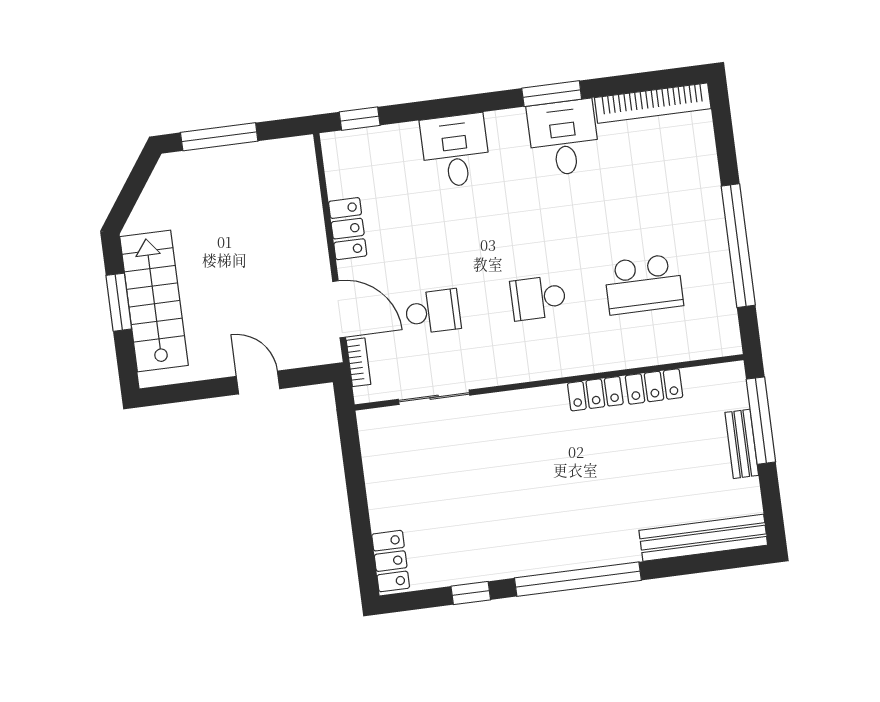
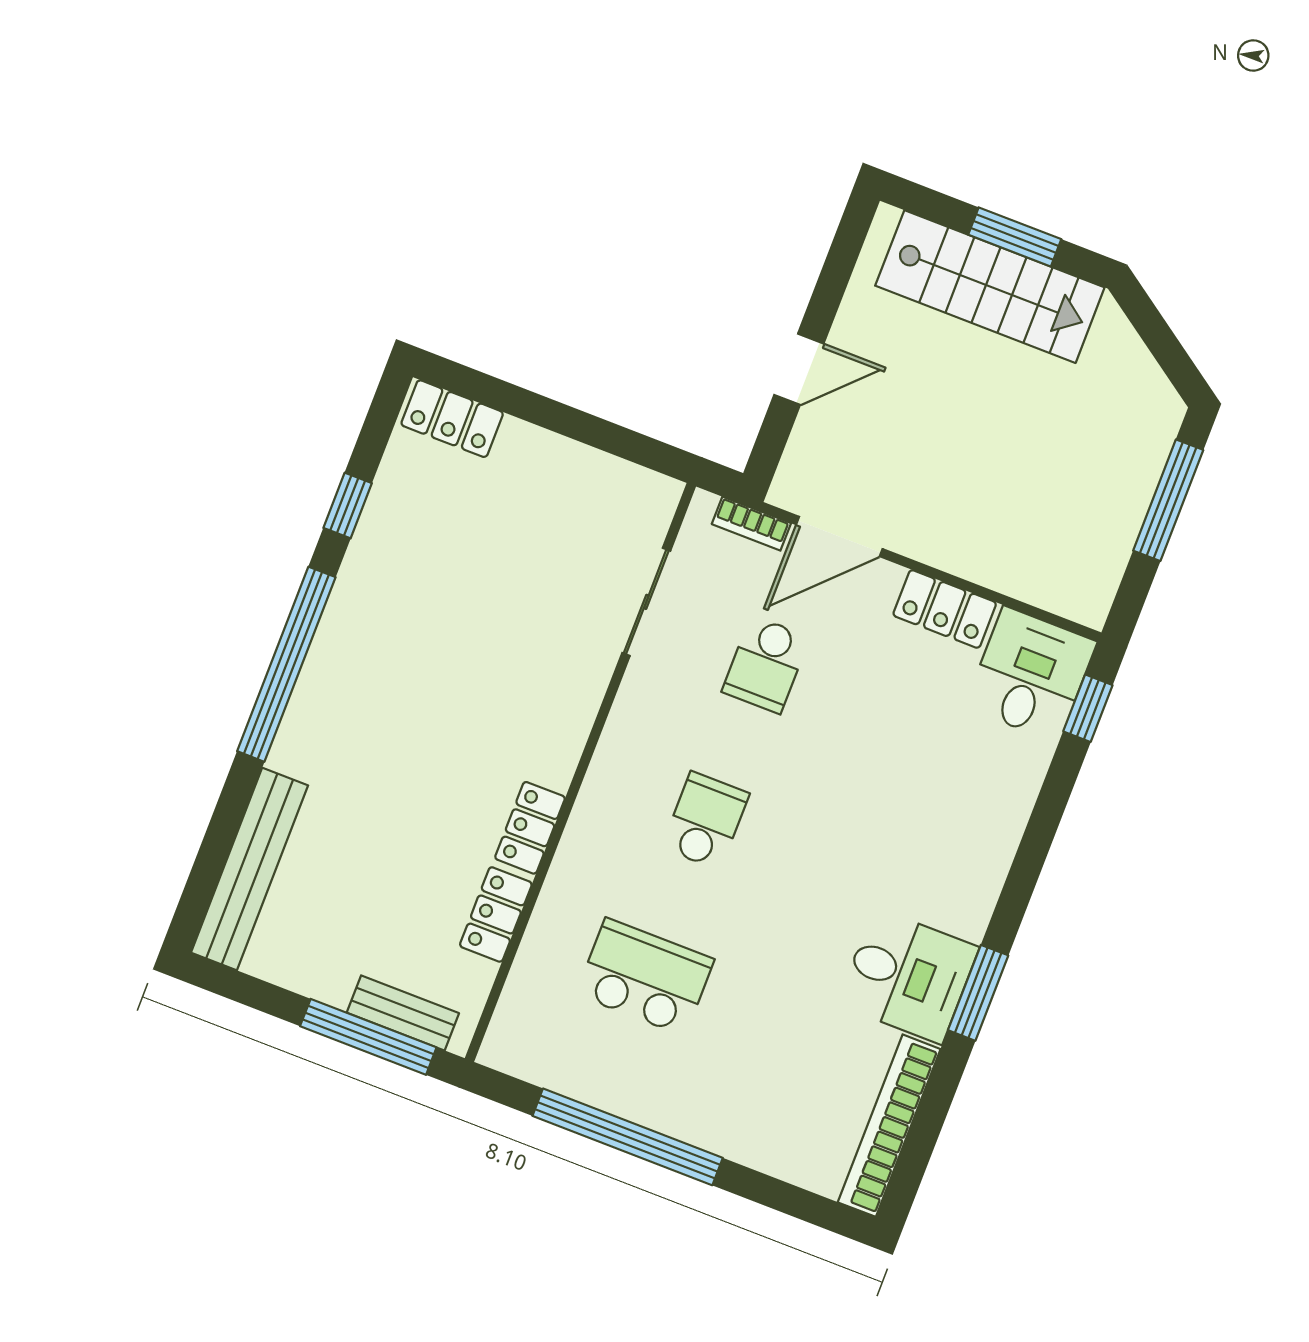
desk: (455, 151) -> (1031, 674), moved, turned -90
school desk: (644, 284) -> (645, 977), turned 90
bench: (742, 444) -> (403, 1013), moved

